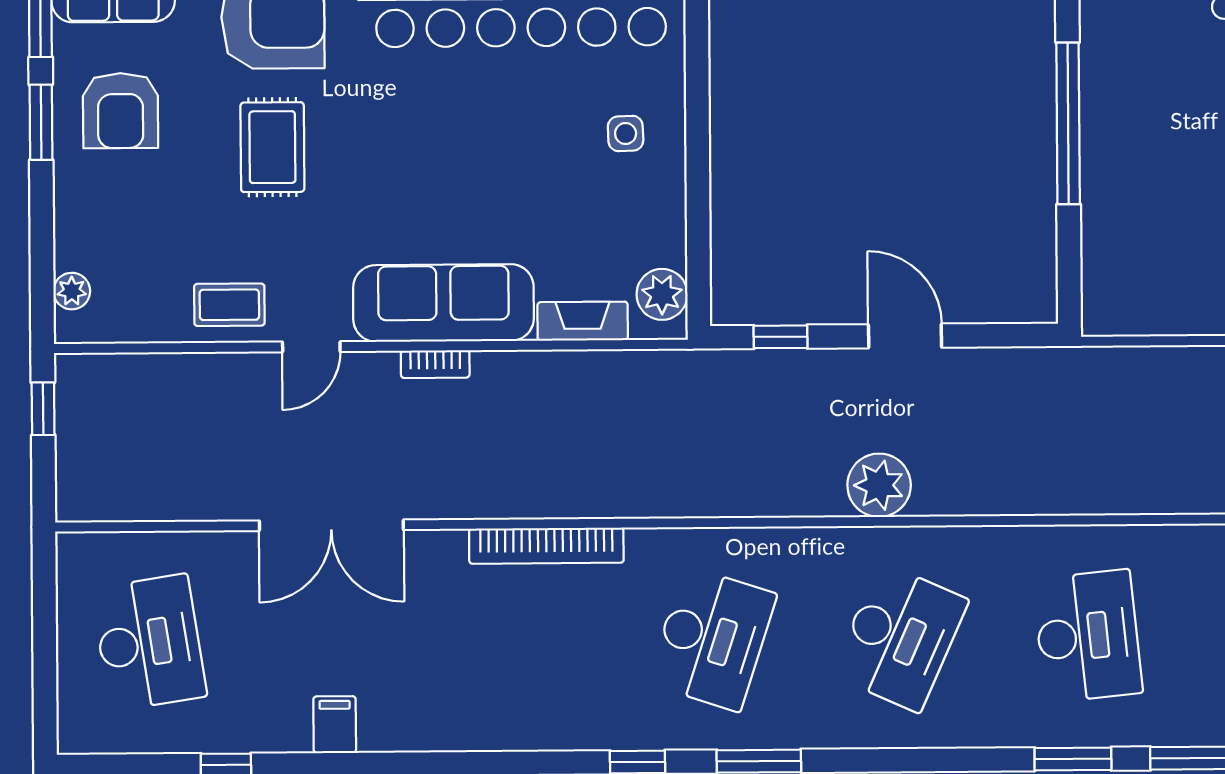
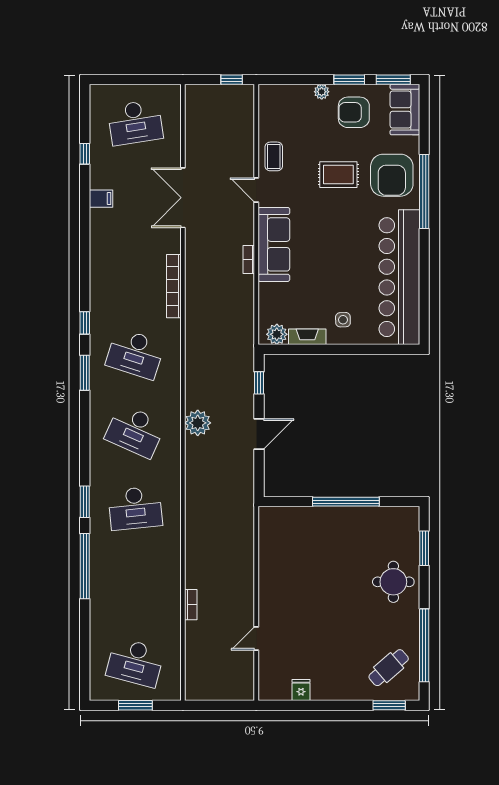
plant: (72, 291) -> (322, 92), moved
fireplace: (583, 321) -> (307, 337), moved, turned -90
bookcase: (435, 364) -> (249, 260), moved

